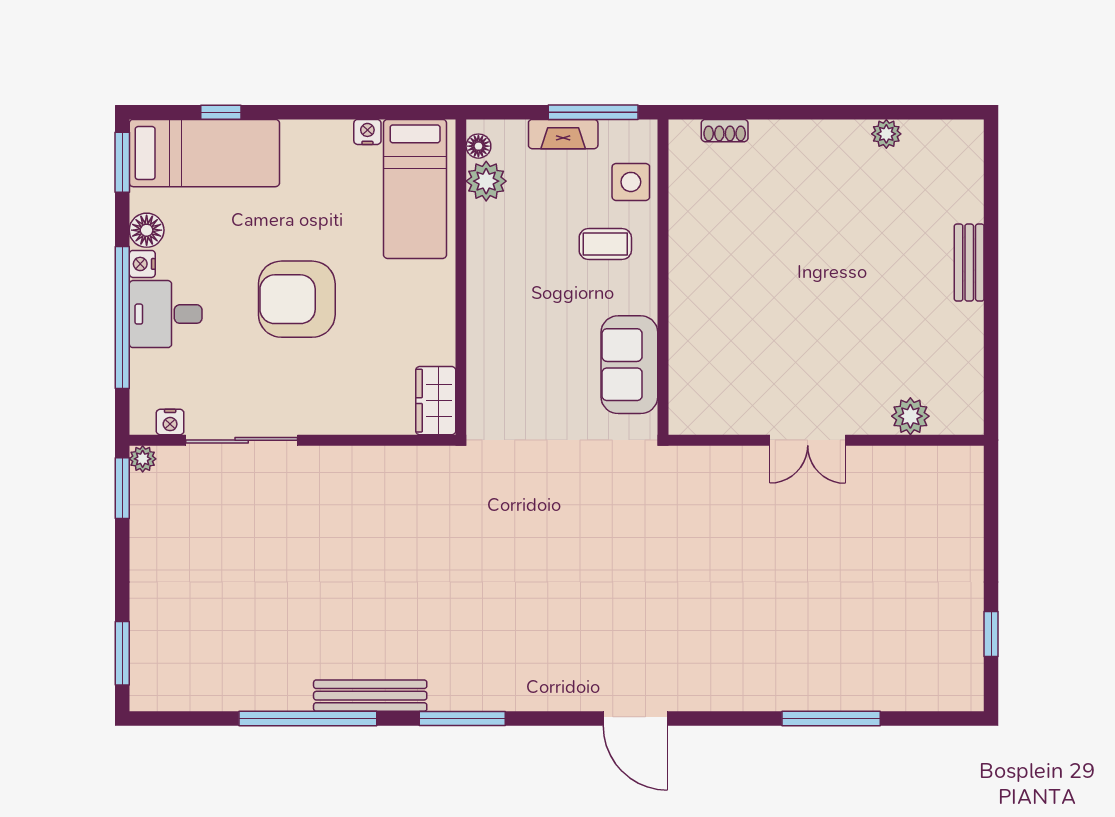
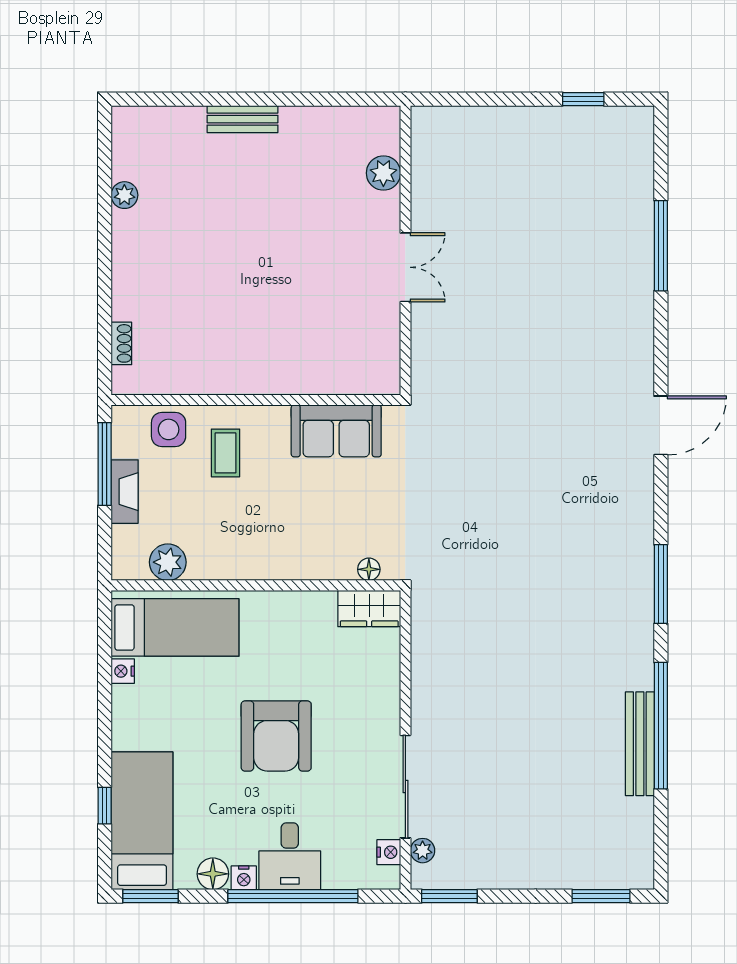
floor lamp: (478, 146) -> (369, 569), moved
plant: (143, 459) -> (423, 851), moved
bench: (370, 696) -> (640, 744), moved

